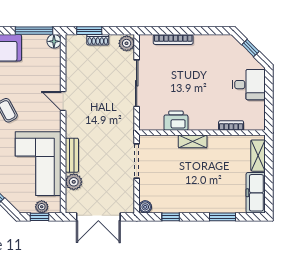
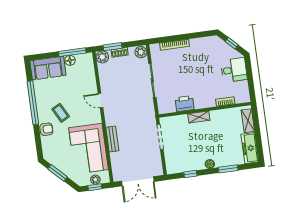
floor lamp: (54, 41) -> (70, 60), moved
plant: (74, 182) -> (102, 57), moved
boiler: (145, 207) -> (210, 164), moved

